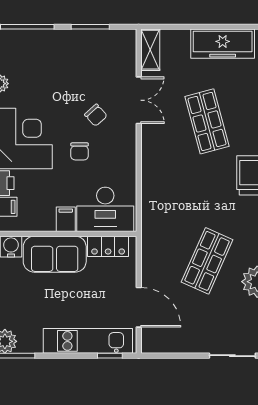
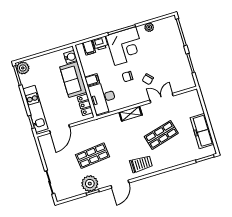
shelving: (150, 50) -> (131, 114), moved
double door: (139, 100) -> (162, 98), swing flipped
shop shelf: (207, 261) -> (93, 156), turned -30

